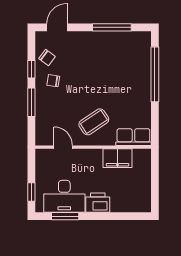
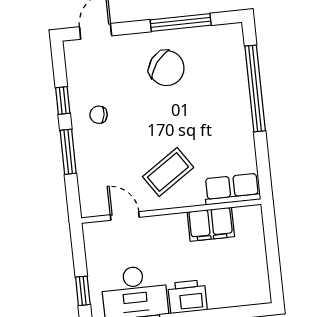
chair: (47, 58) -> (167, 68), moved, width x1.87, depth x1.87

